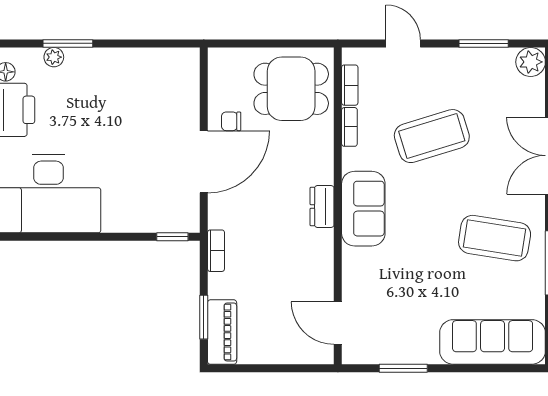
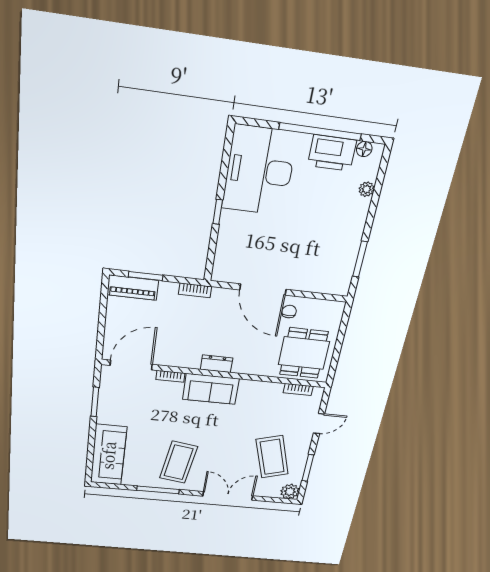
window: (68, 43) -> (360, 259), moved
bookcase: (349, 127) -> (170, 376), moved
coffee table: (432, 136) -> (272, 457), moved
window: (172, 237) -> (218, 212), moved
door: (338, 323) -> (131, 365), width x1.36

